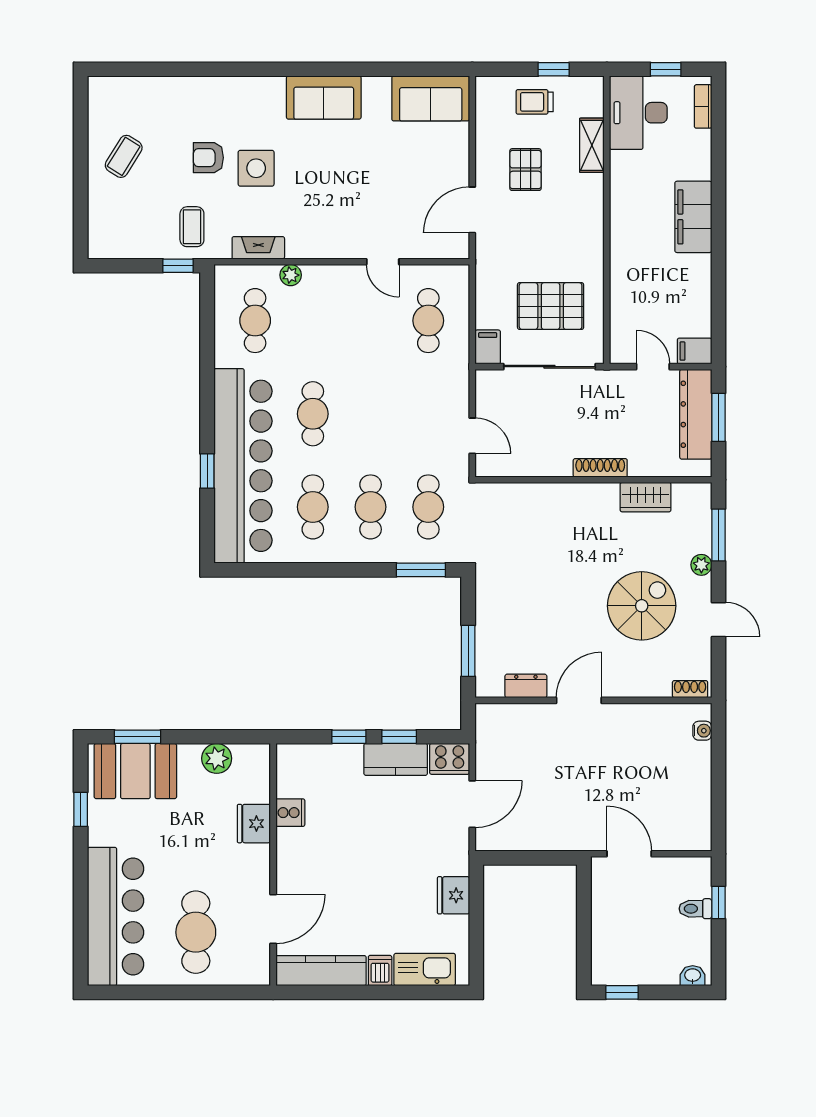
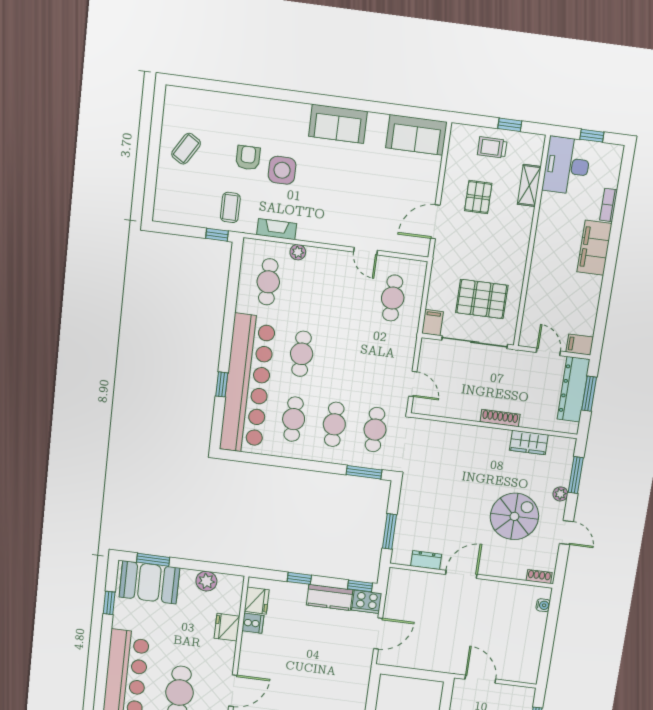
bookcase: (703, 106) -> (609, 205), moved
armchair: (208, 158) -> (248, 158), turned 90
window: (399, 737) -> (360, 586), moved
fridge: (453, 895) -> (257, 601), moved, turned 180

